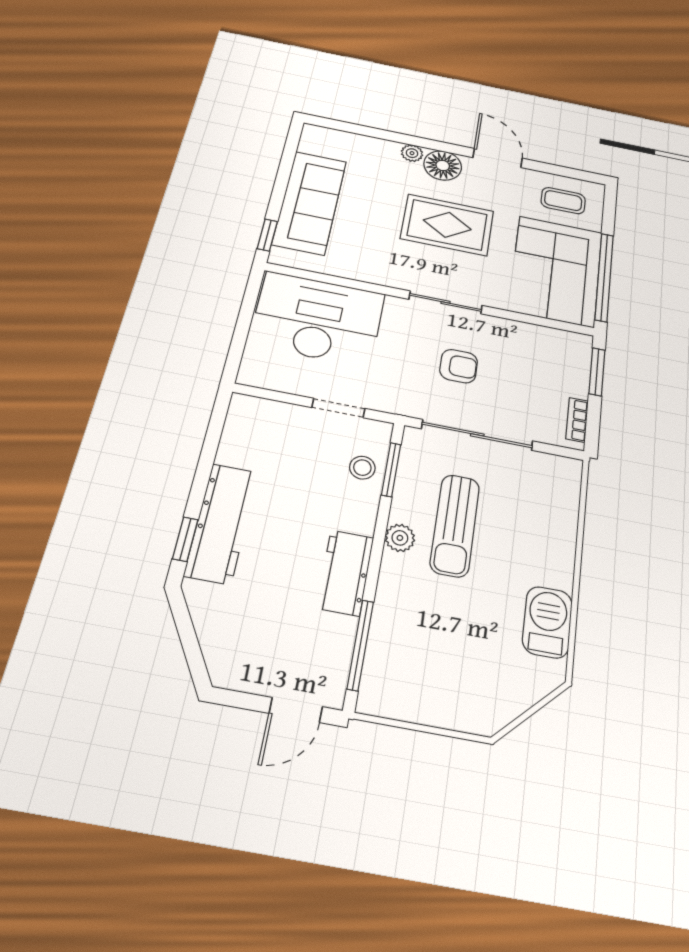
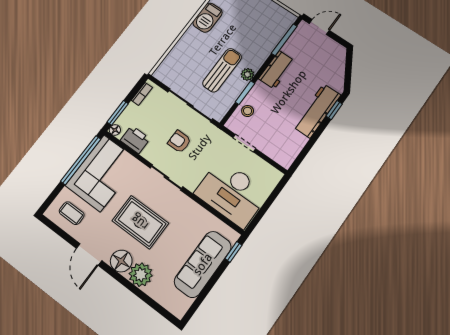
plant: (412, 153) -> (141, 275), width x1.88, depth x1.88
printer: (537, 341) -> (135, 140), added
floor lamp: (582, 343) -> (115, 130), added
window: (391, 470) -> (245, 93), moved

